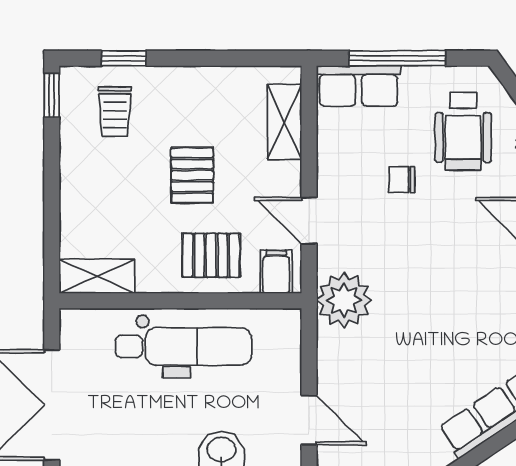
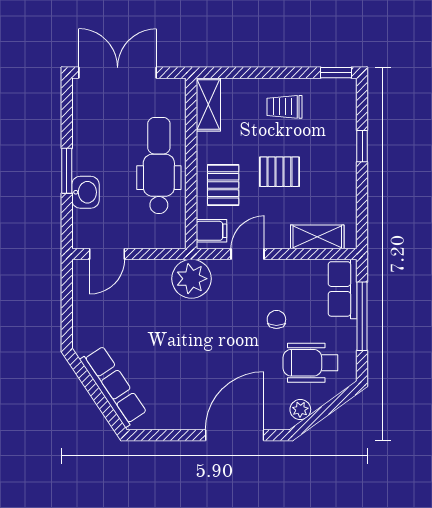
window: (124, 58) -> (362, 146), moved
trolley: (115, 112) -> (285, 107), moved
dental chair: (184, 346) -> (159, 166), turned 180

